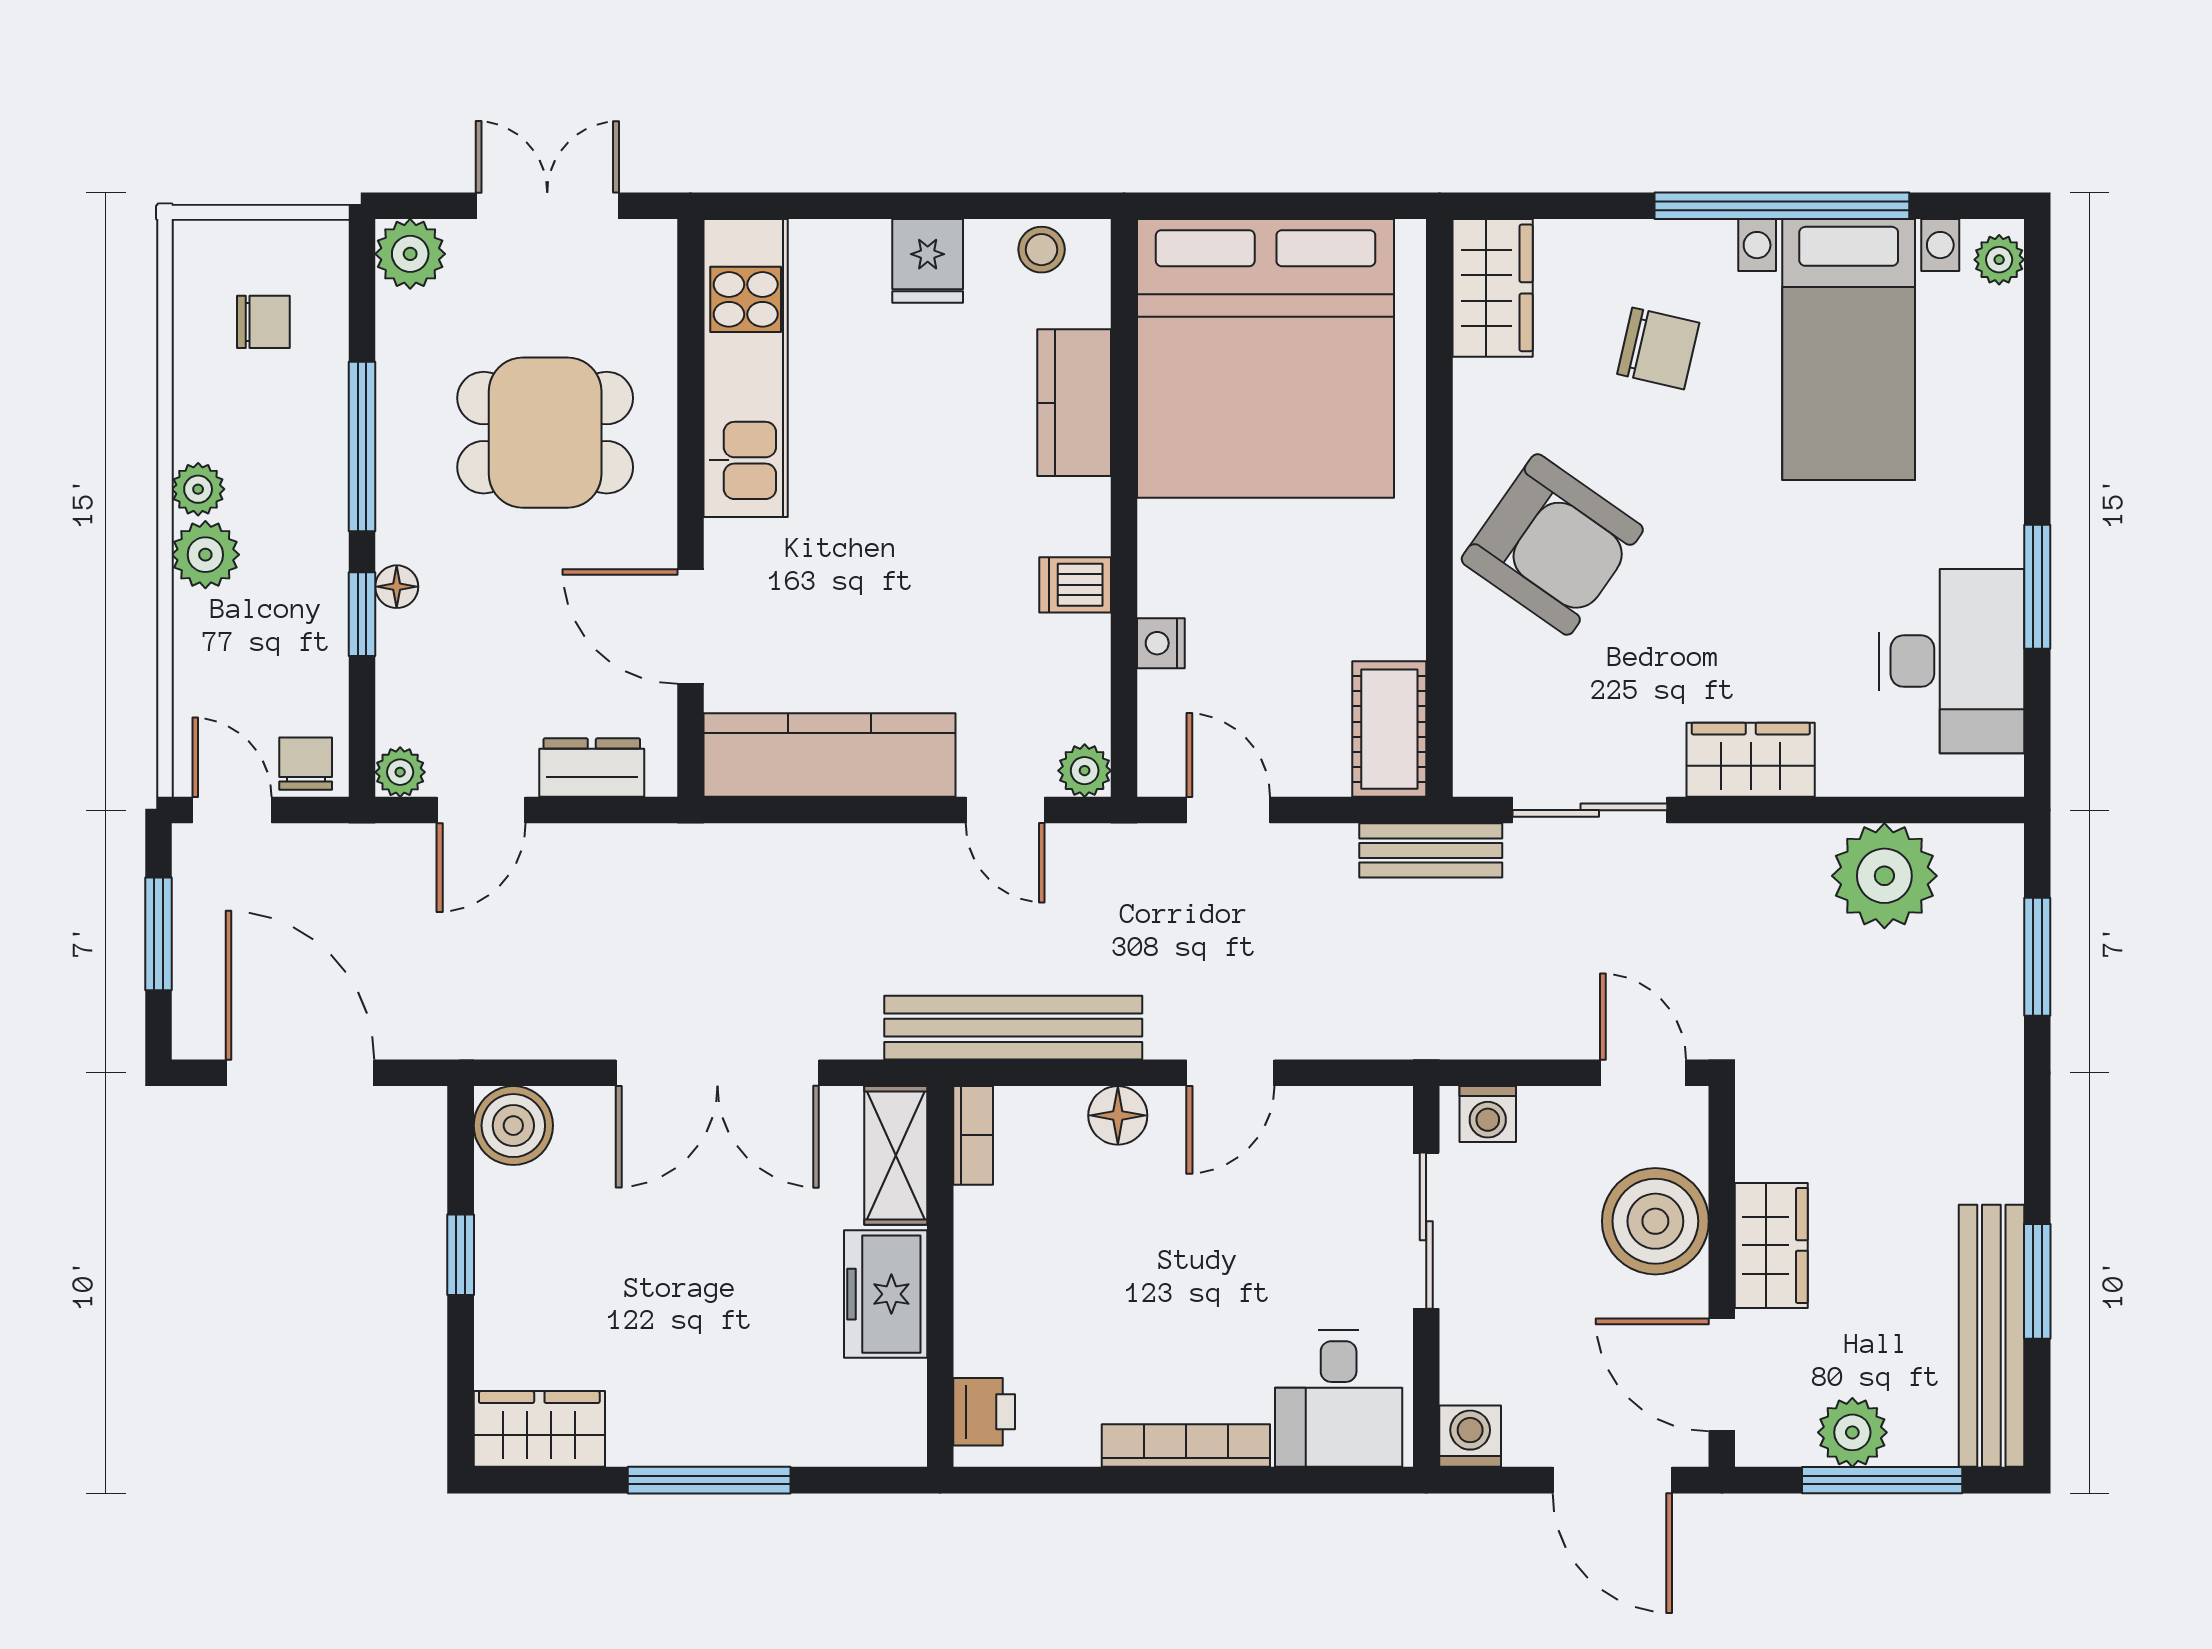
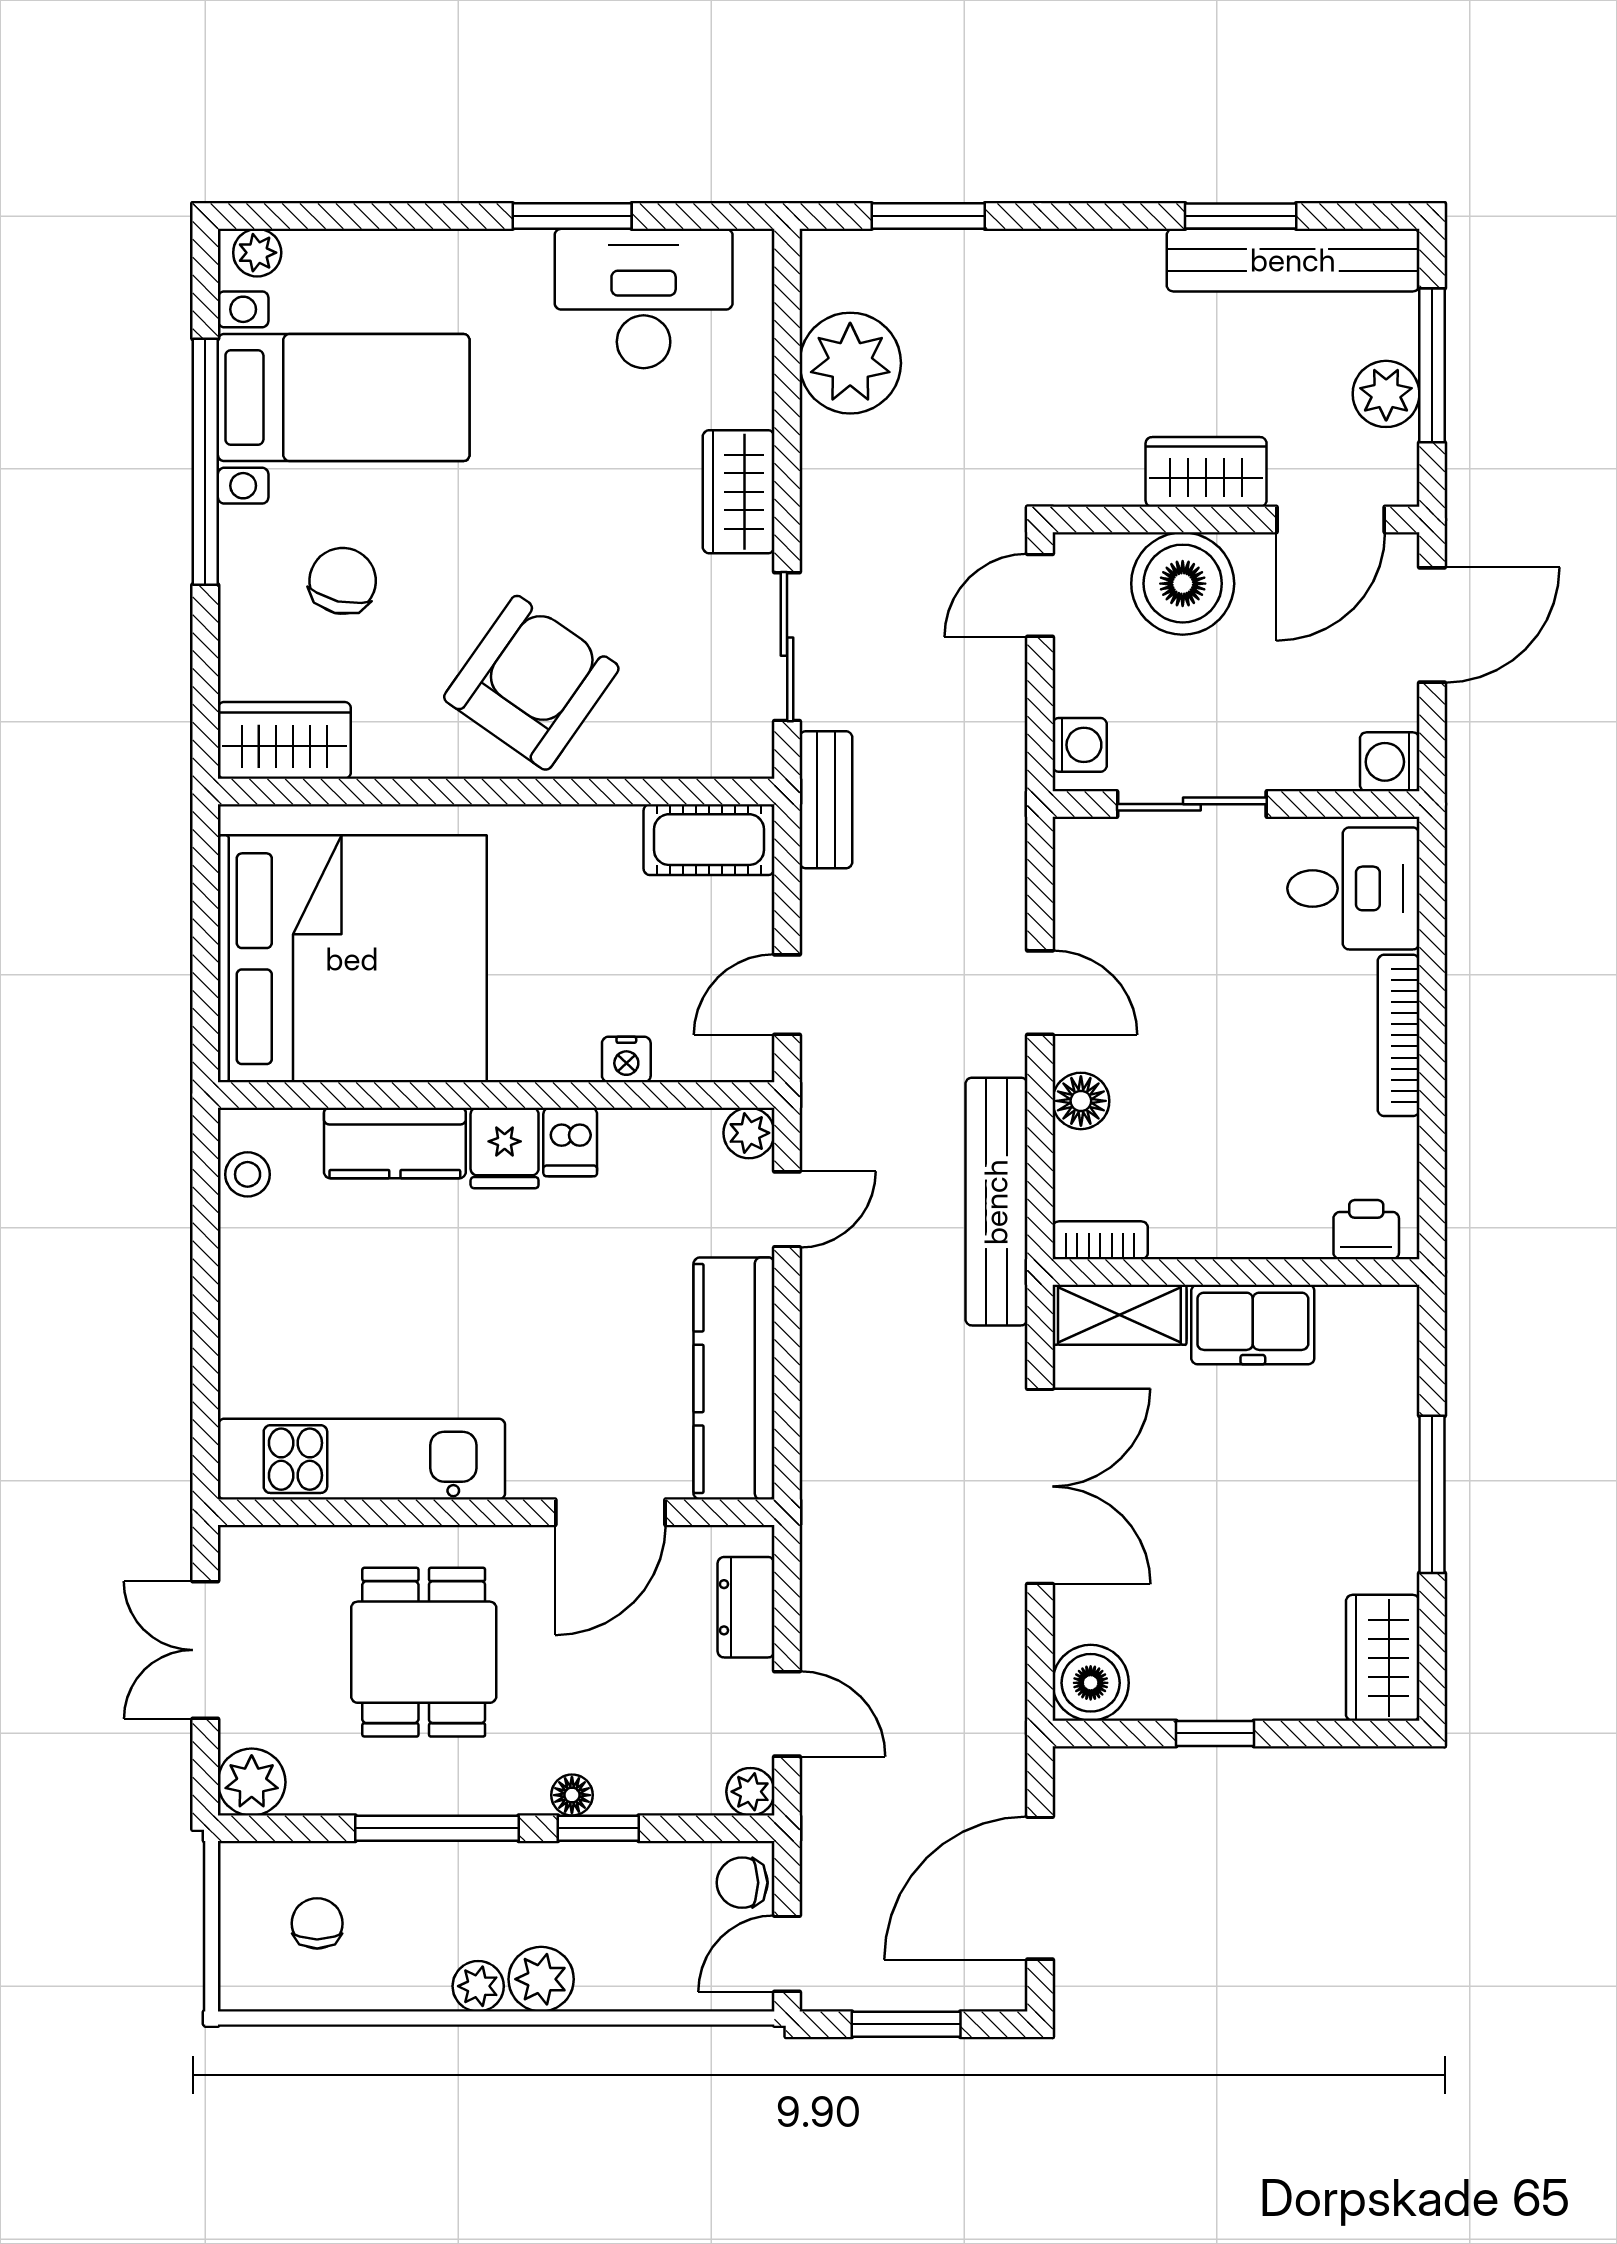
fridge: (928, 261) -> (505, 1148), moved, turned 90

